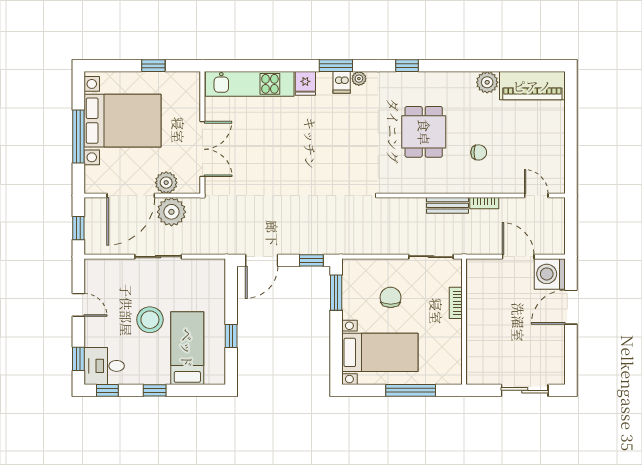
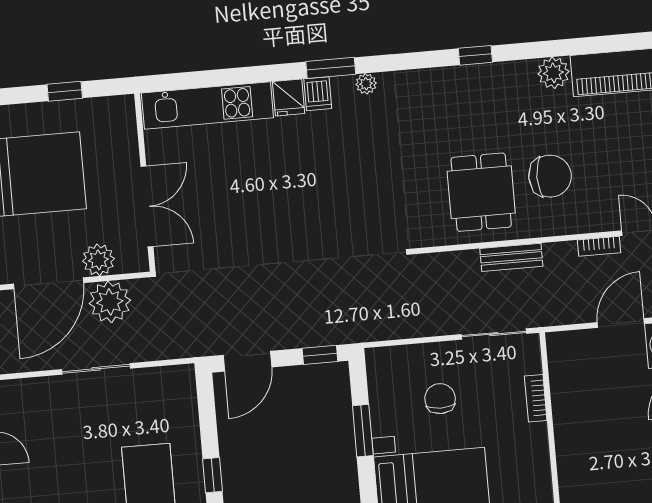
window: (407, 66) -> (475, 55), moved
dishwasher: (342, 82) -> (318, 94), moved
dining table: (424, 132) -> (481, 192), moved
chair: (479, 152) -> (550, 176), width x1.87, depth x1.87
bookcase: (484, 203) -> (599, 246), moved
door: (518, 257) -> (621, 323), hinge flipped
window: (336, 293) -> (363, 431), moved
stool: (150, 320) -> (92, 462), removed

